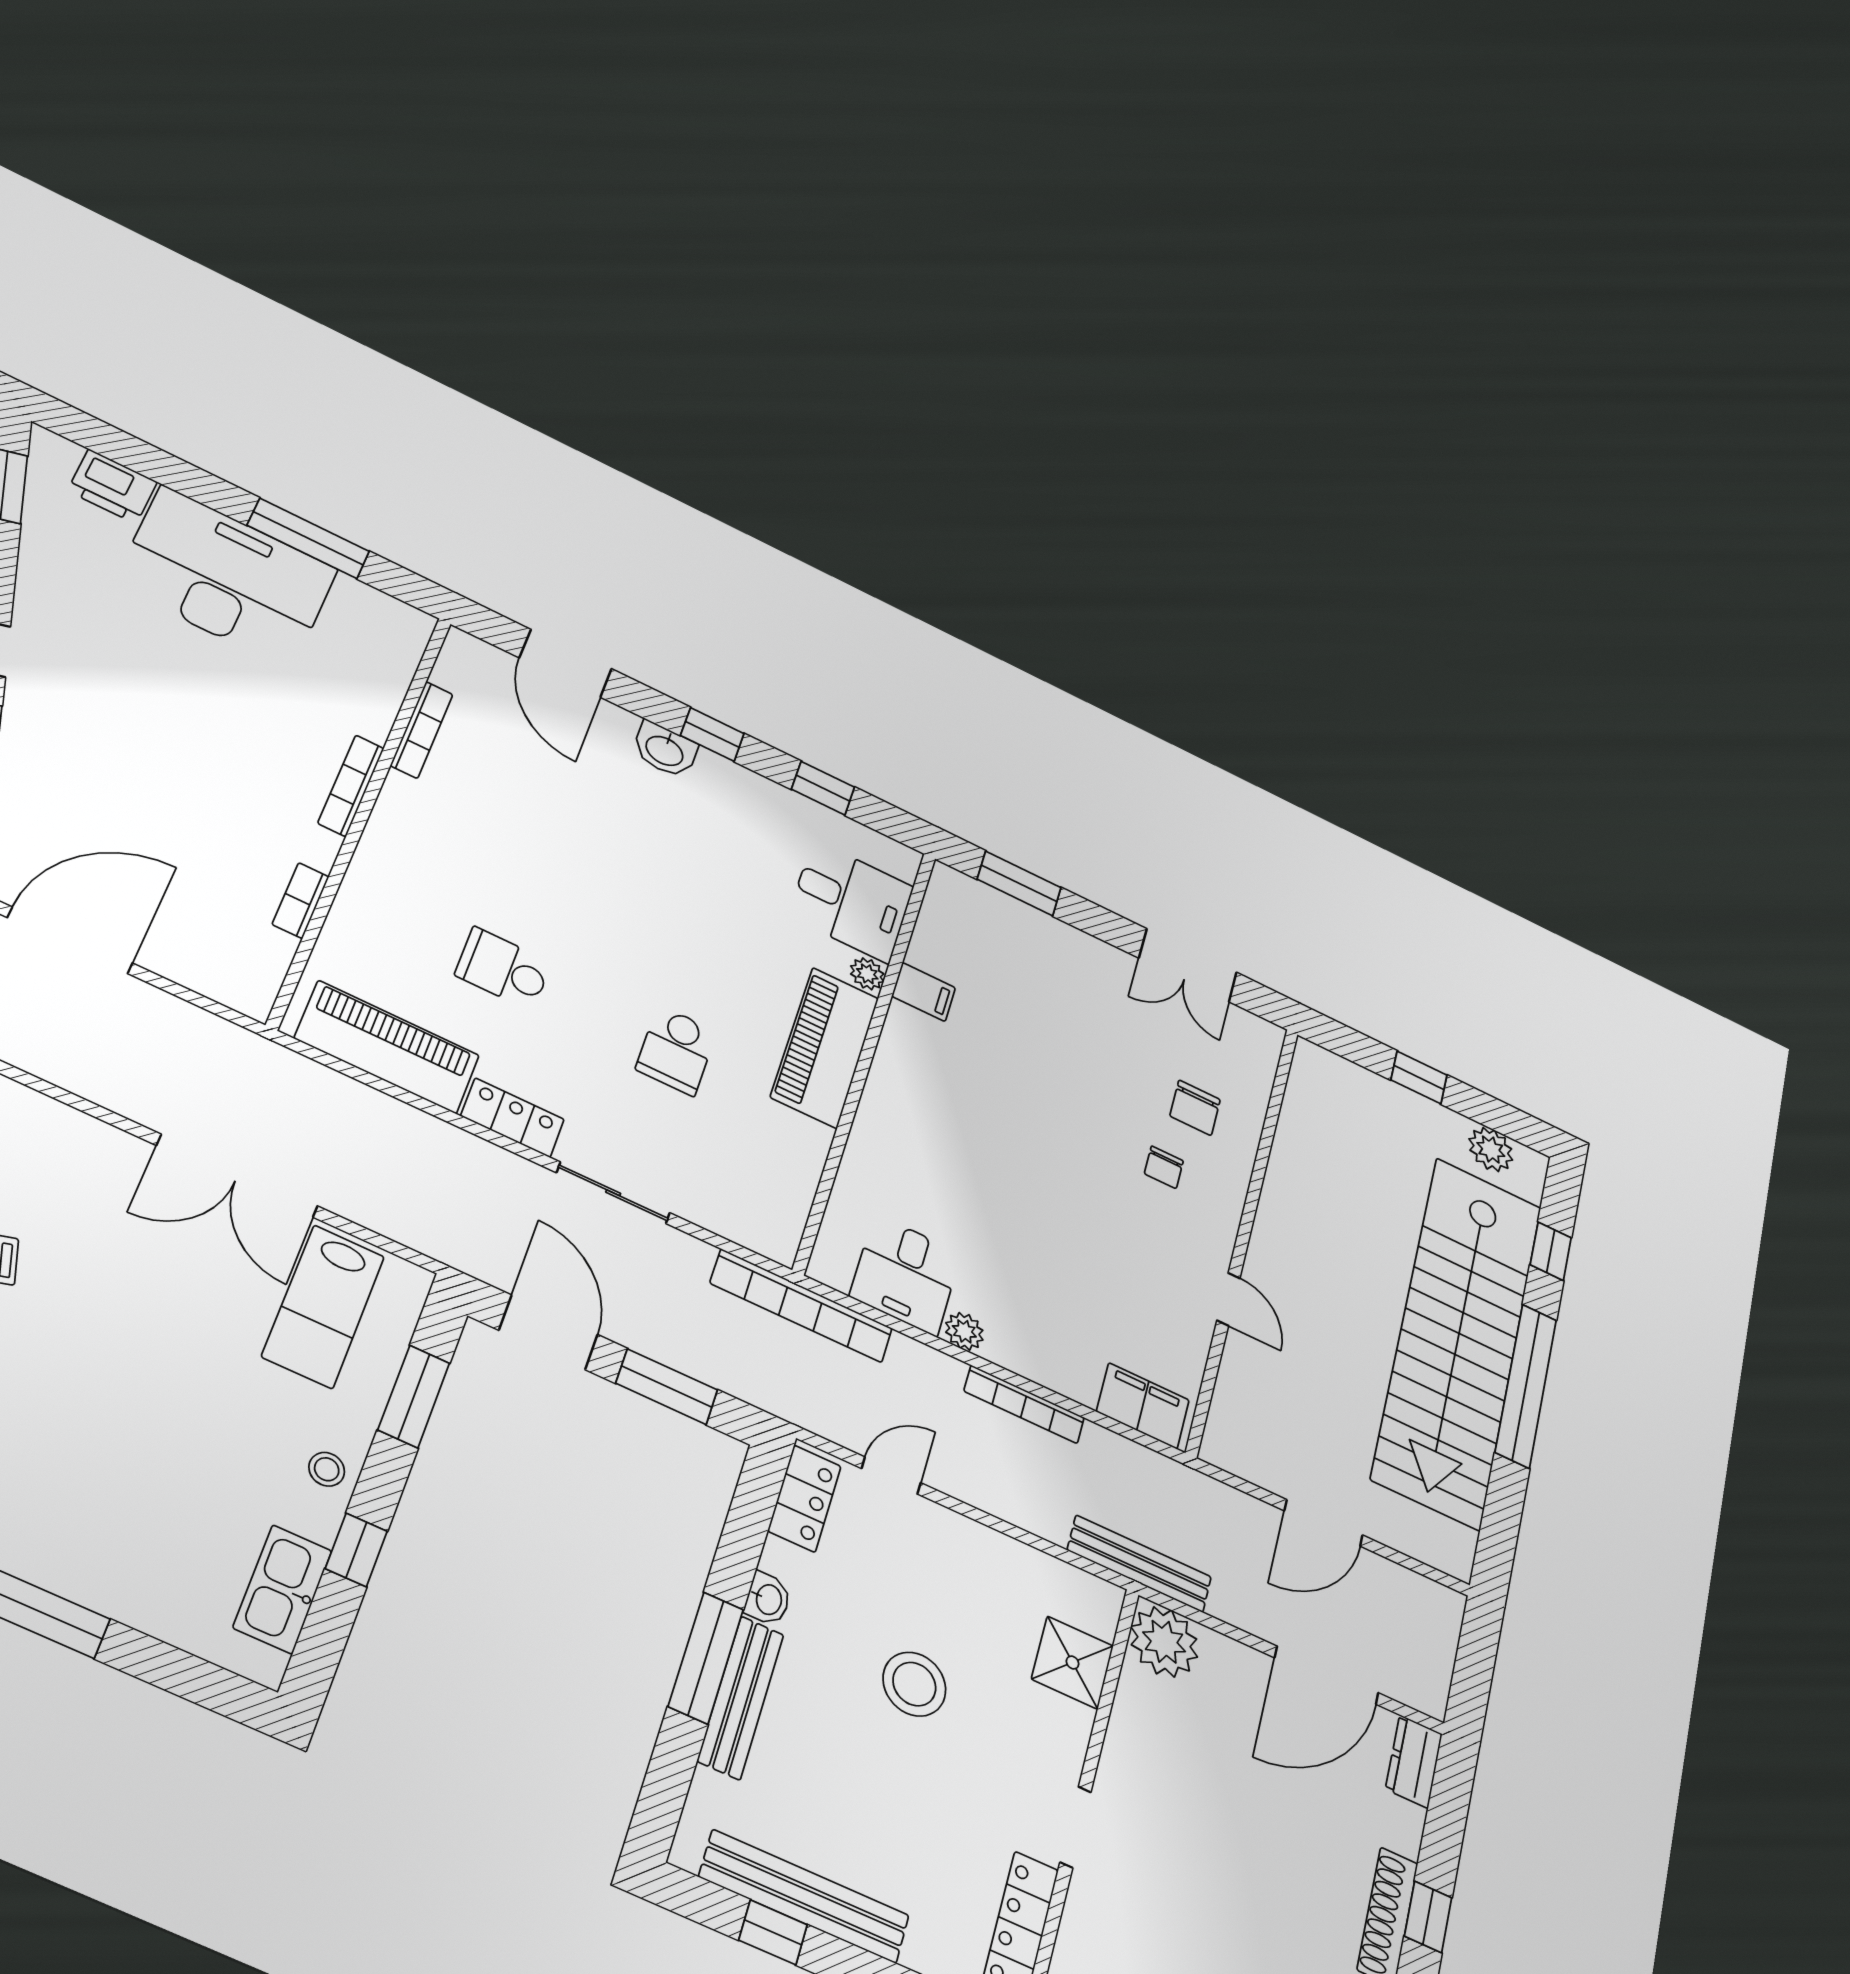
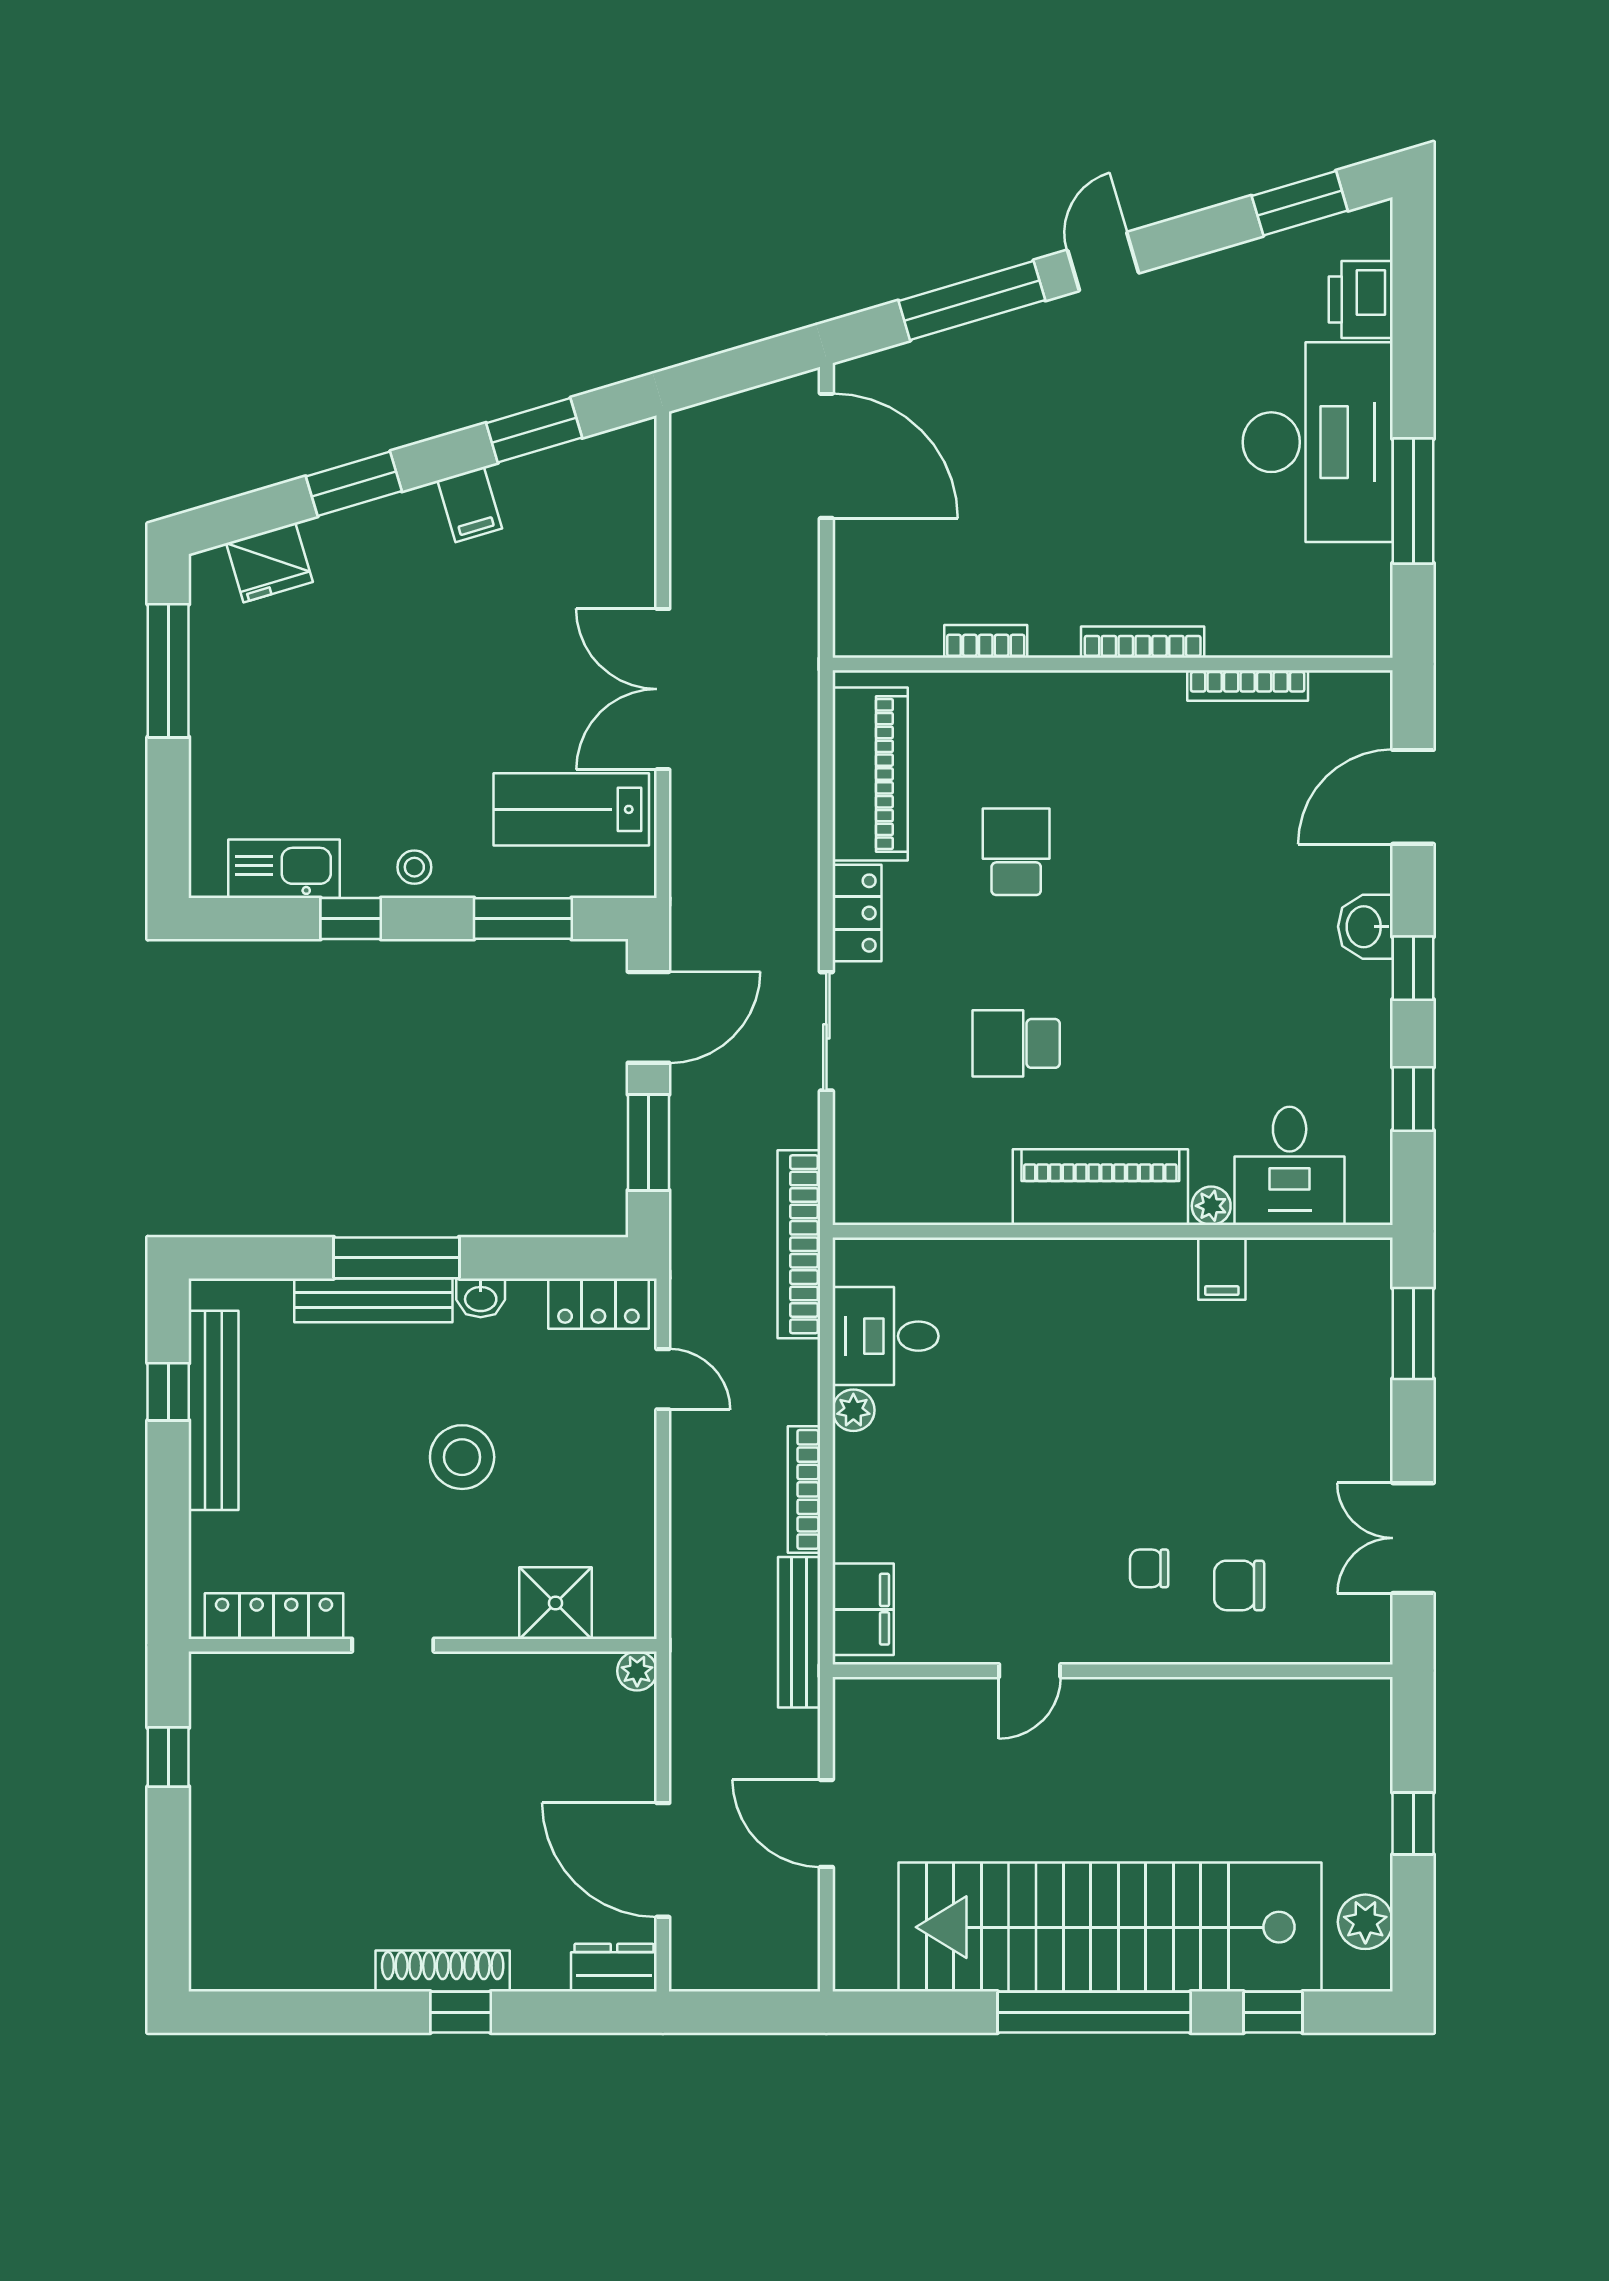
bench: (1139, 1564) -> (799, 1632), moved
plant: (1164, 1642) -> (637, 1671), width x0.53, depth x0.53

